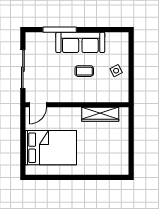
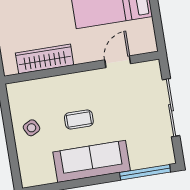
window: (60, 30) -> (145, 172), moved
door: (38, 105) -> (118, 62), moved

